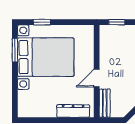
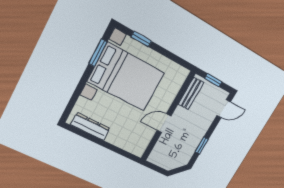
bench: (105, 103) -> (191, 94), moved
dresser: (73, 111) -> (90, 127), moved

